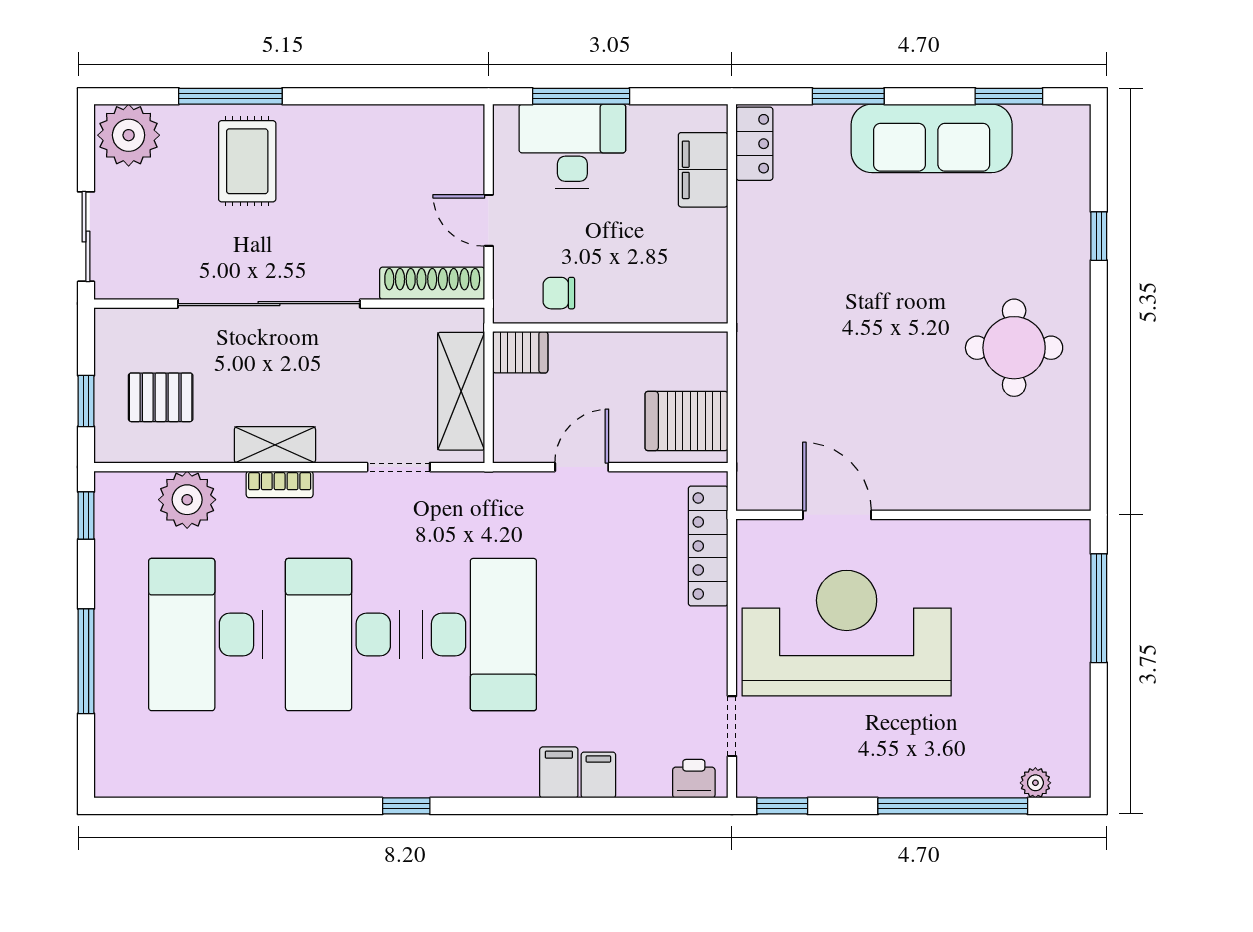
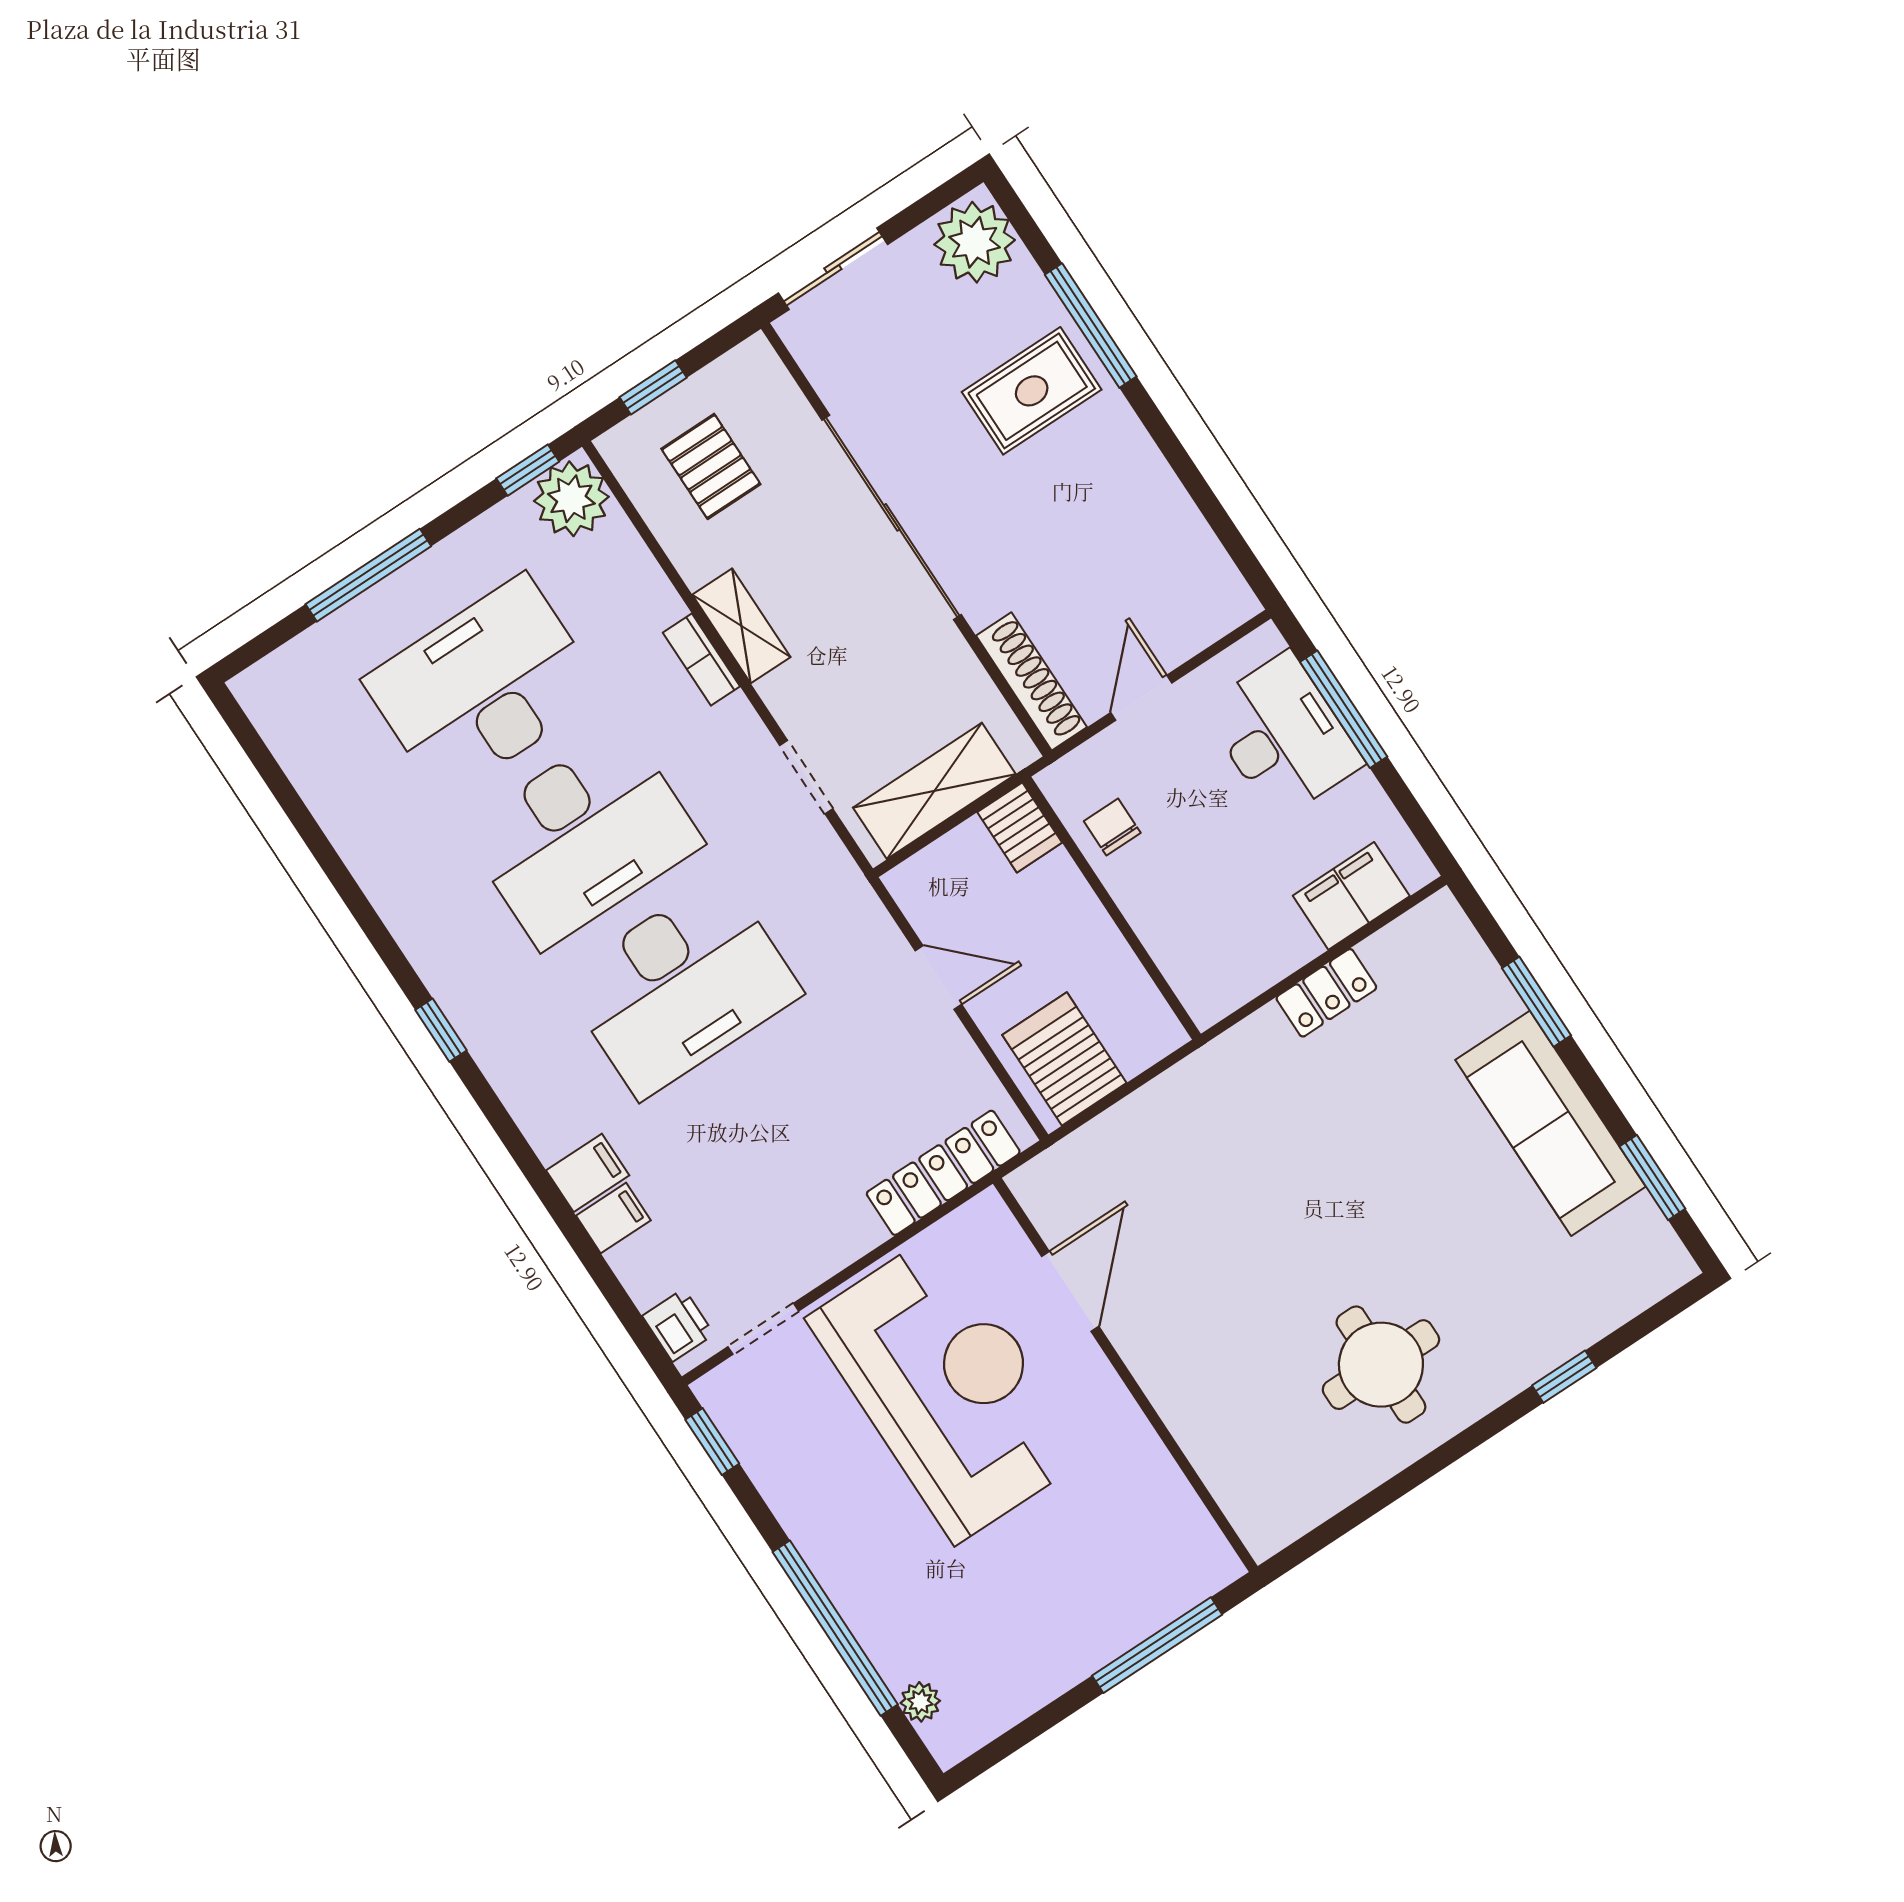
locker: (754, 144) -> (1326, 993), moved
plant: (187, 500) -> (571, 499), moved
desk: (343, 635) -> (583, 837), turned 180

